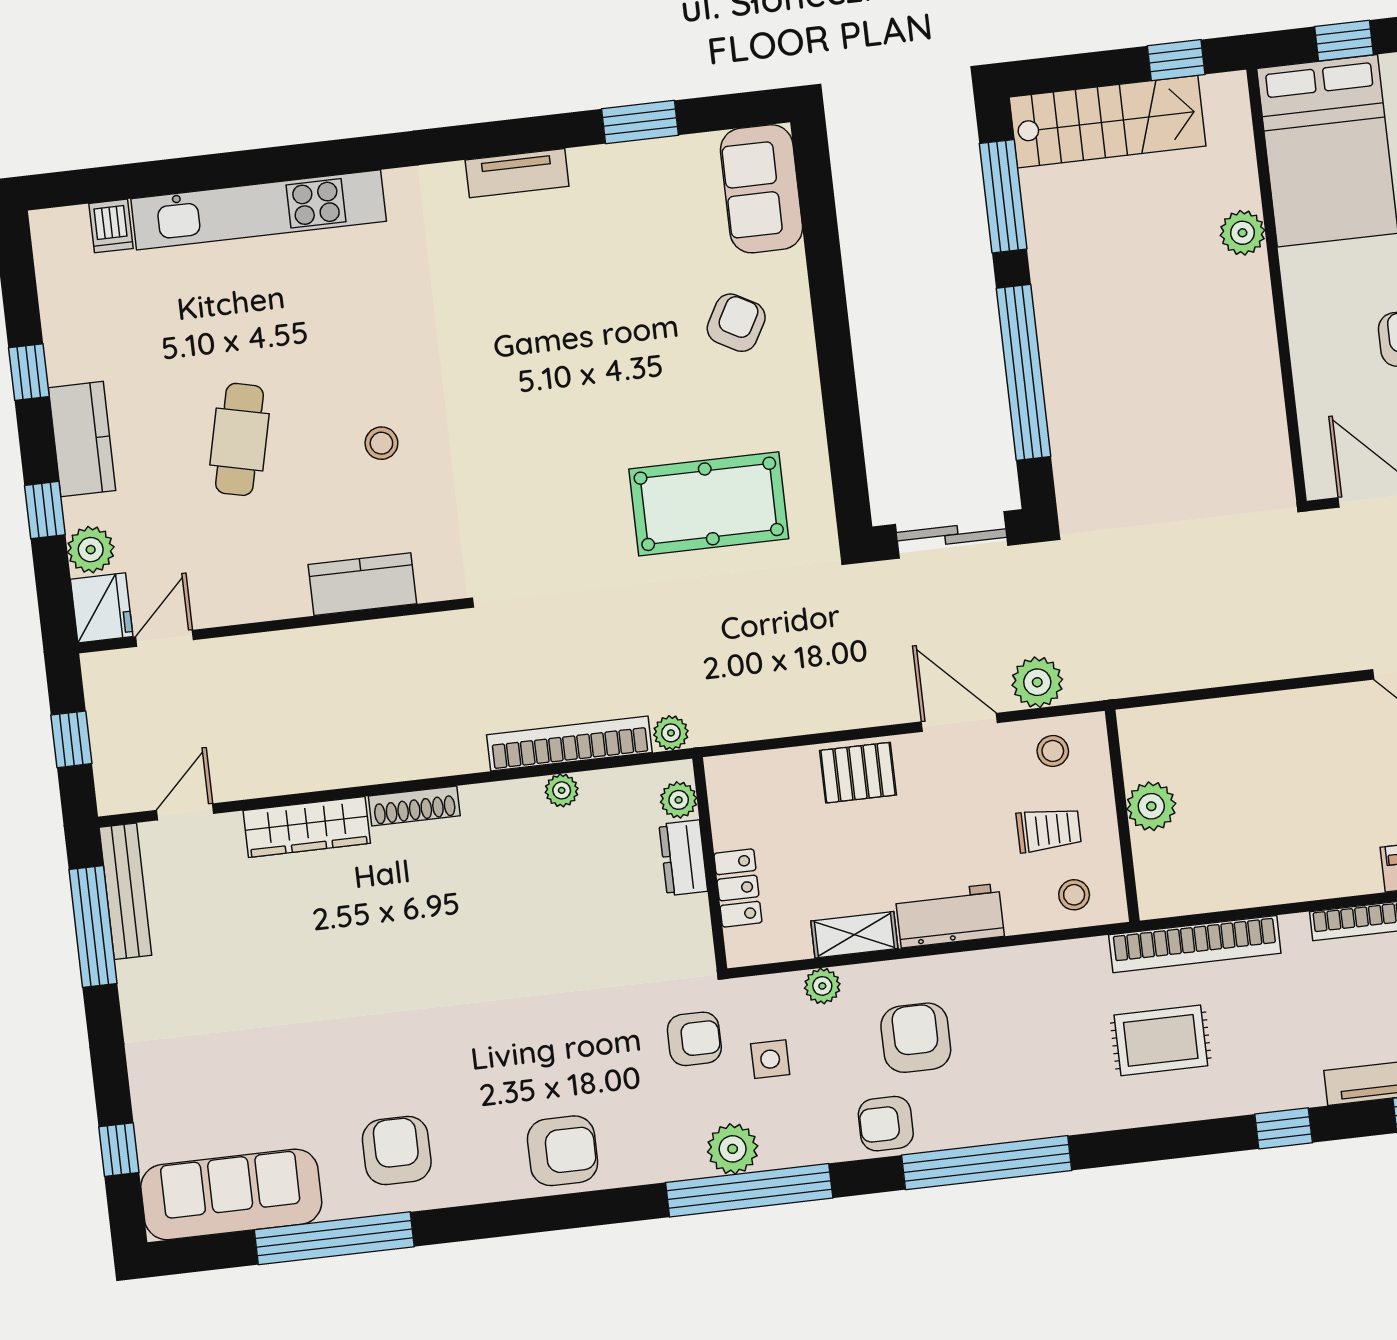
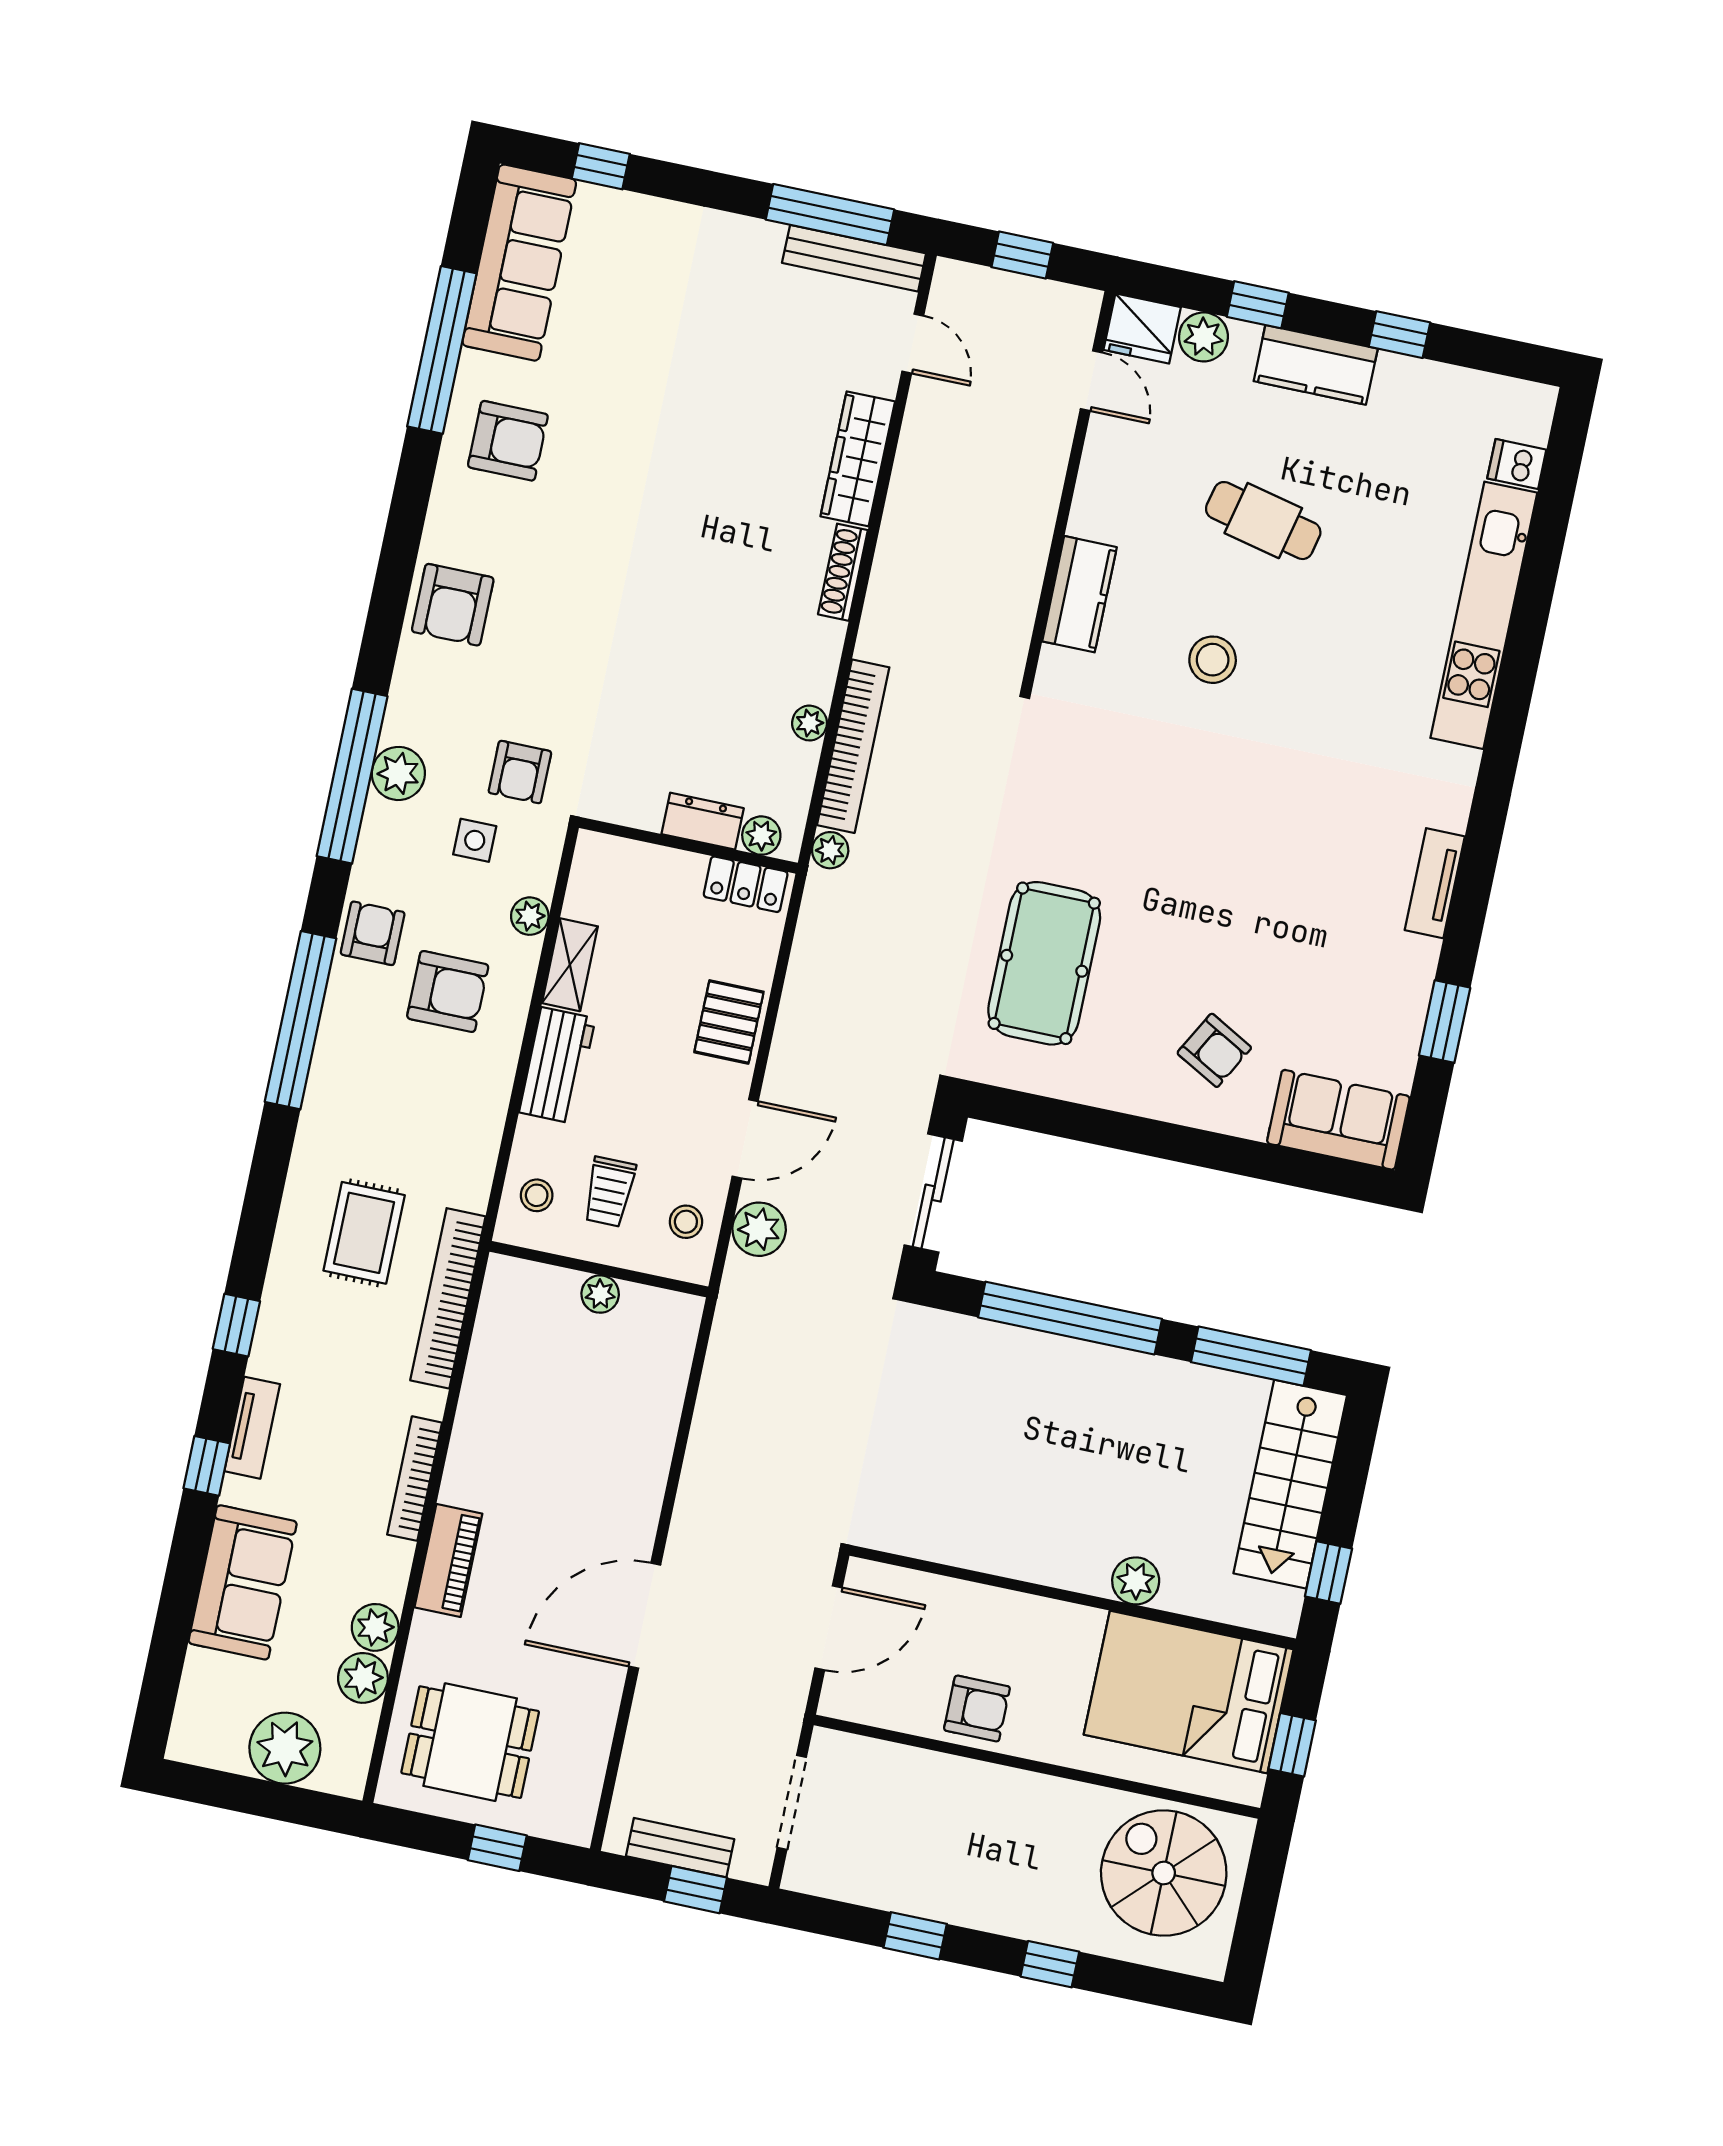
stool: (381, 443) -> (1213, 660), width x1.37, depth x1.37
plant: (1151, 806) -> (600, 1294), width x0.73, depth x0.73
locker: (738, 888) -> (746, 884), moved

